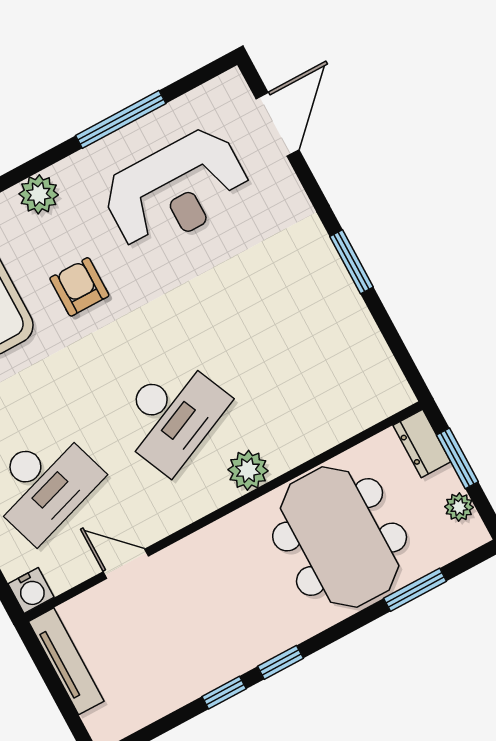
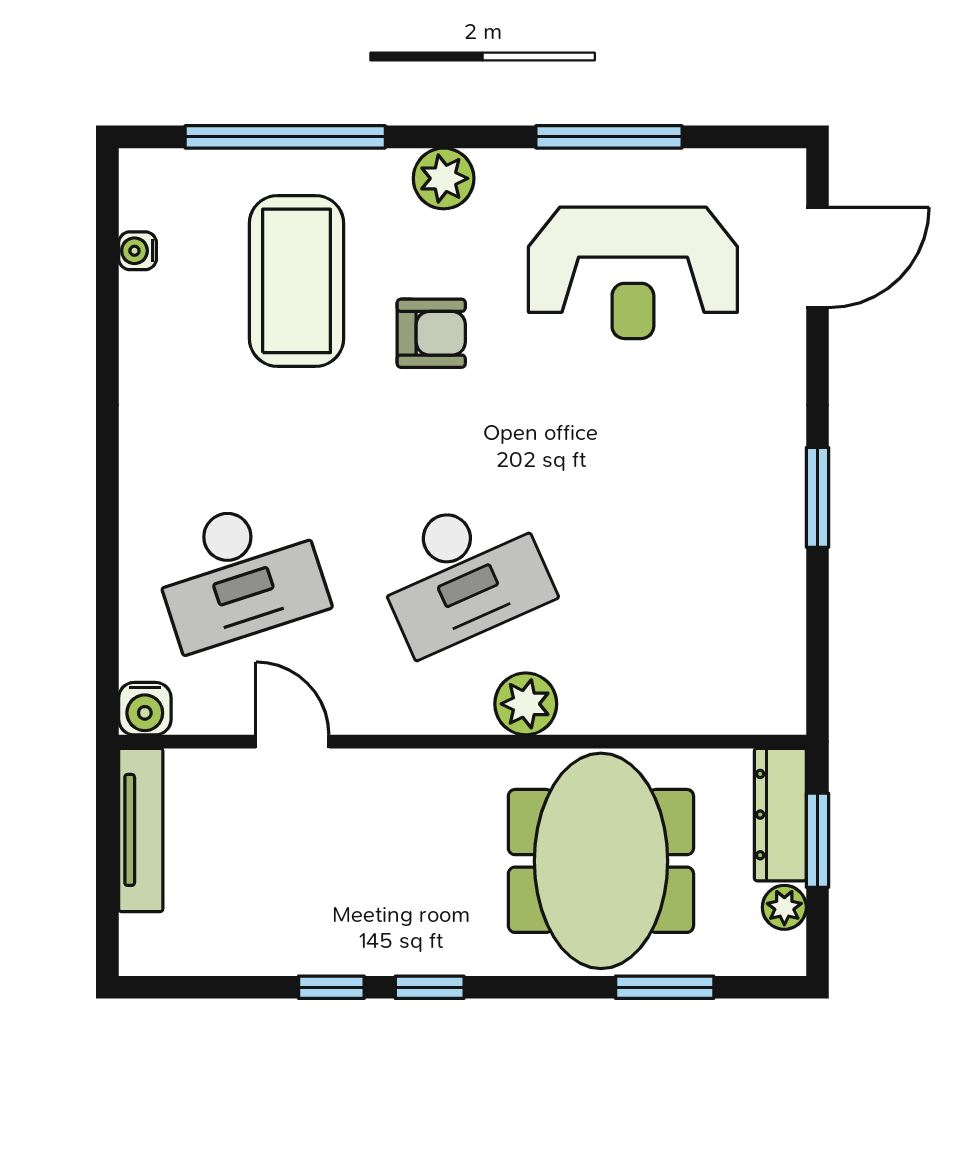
armchair: (79, 287) -> (431, 333), turned 90
dresser: (422, 444) -> (780, 815), width x1.44

